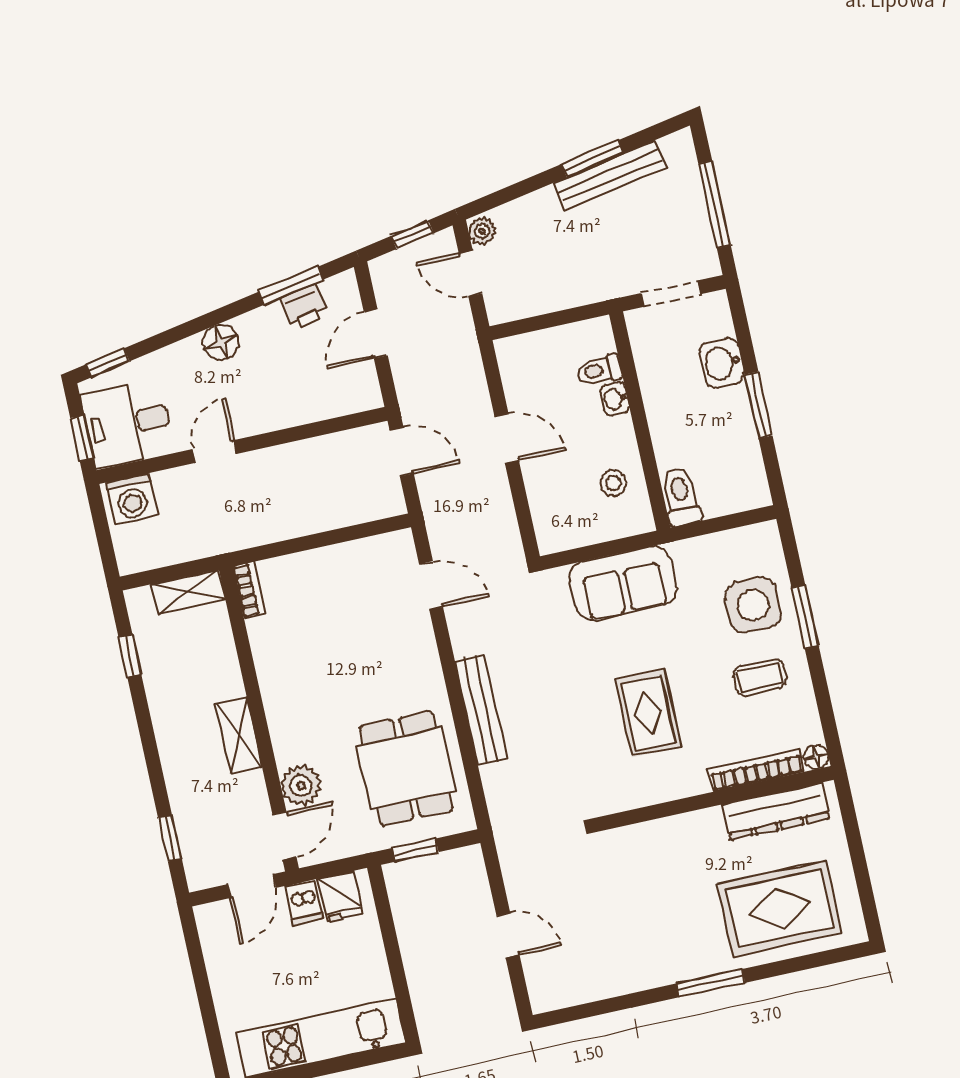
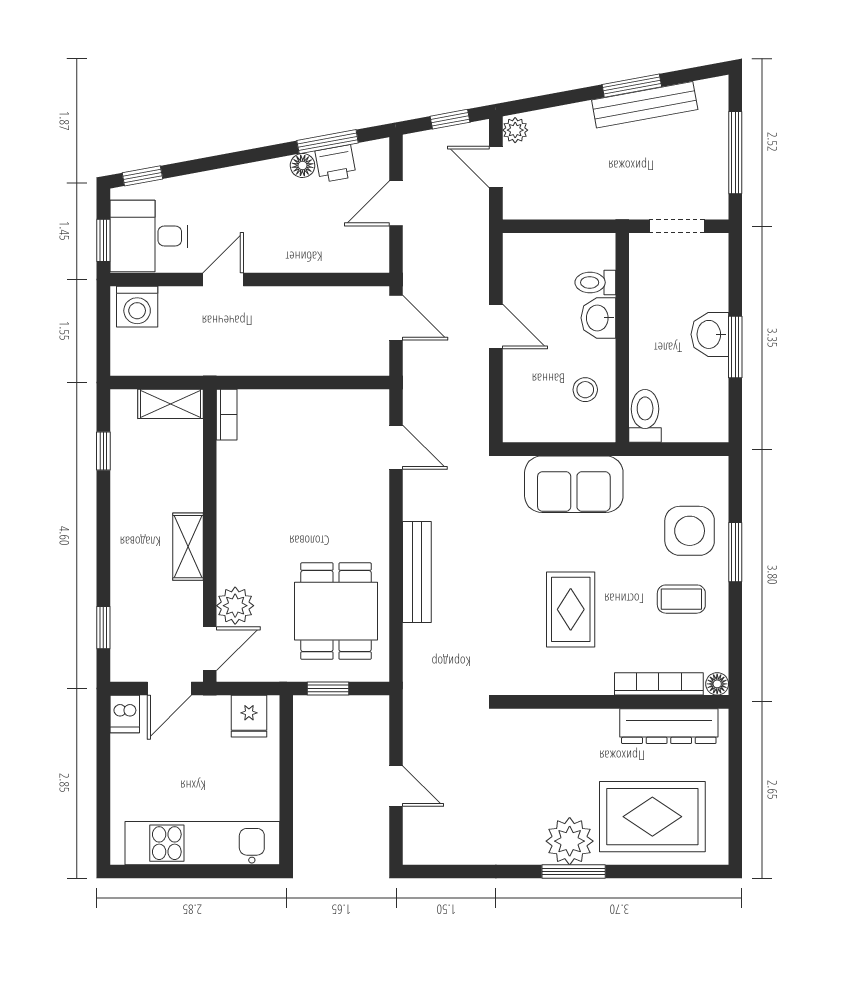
floor lamp: (221, 342) -> (303, 165), moved, width x0.73, depth x0.73
washbasin: (722, 363) -> (710, 334), moved
washbasin: (615, 399) -> (598, 318), width x1.38, depth x1.45
dishwasher: (304, 902) -> (125, 714), moved
plant: (700, 953) -> (570, 841), added

